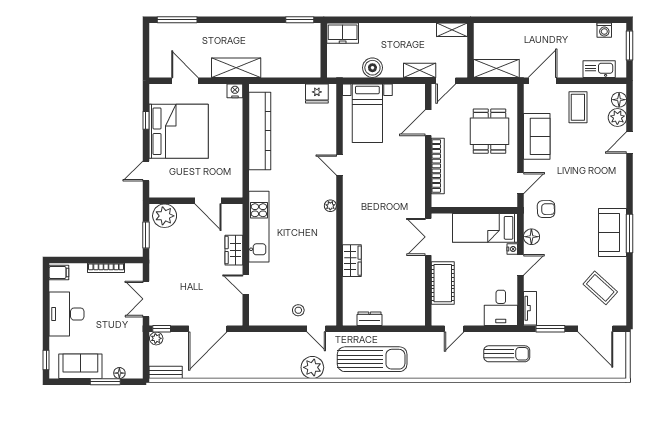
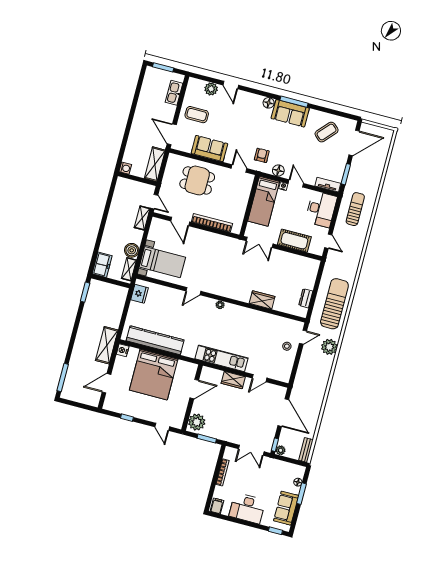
shelving: (452, 30) -> (129, 269), moved
washing machine: (604, 30) -> (125, 168), moved
floor lamp: (619, 100) -> (269, 103), moved
bed: (179, 131) -> (154, 375), moved, turned 180
desk: (501, 308) -> (321, 209), width x1.37

